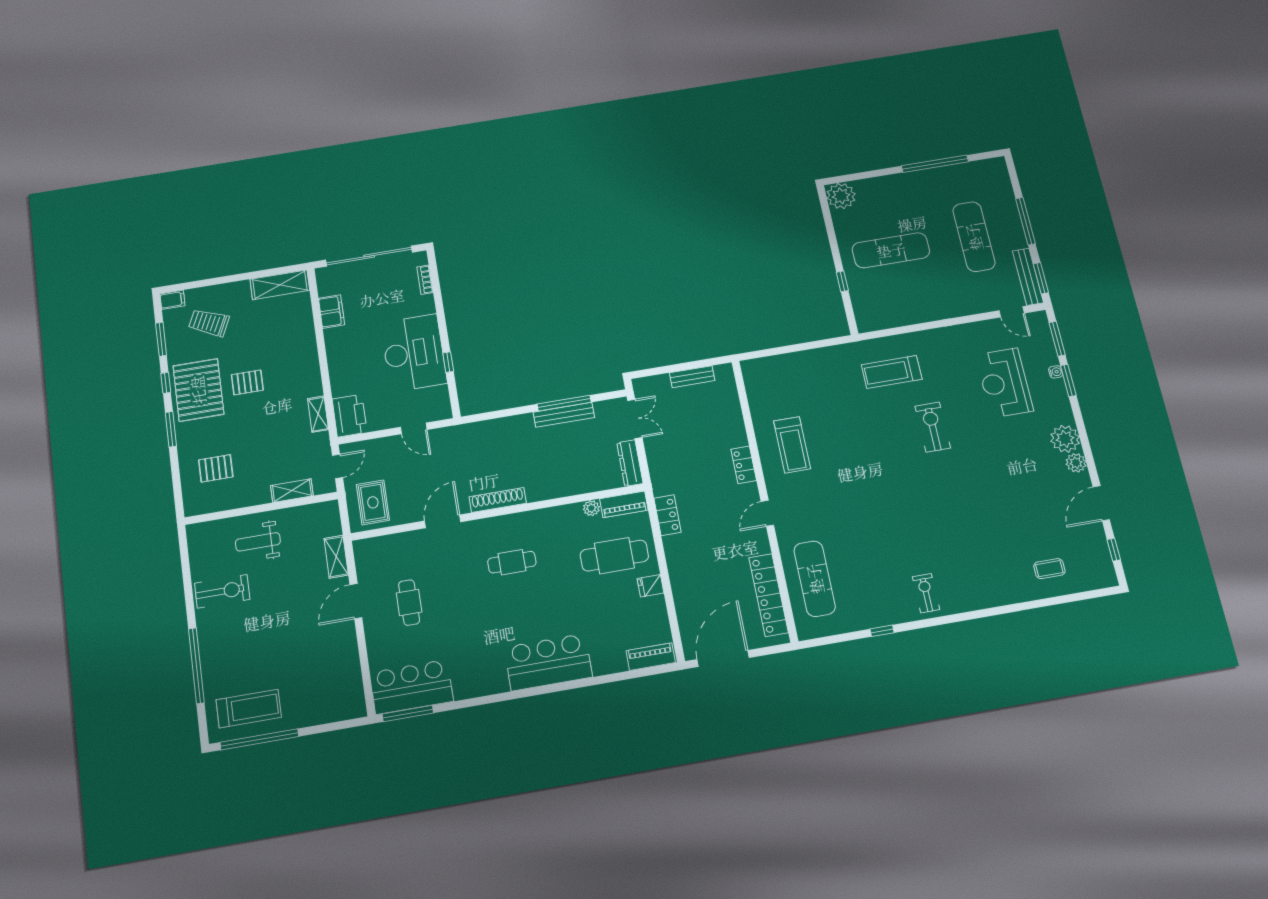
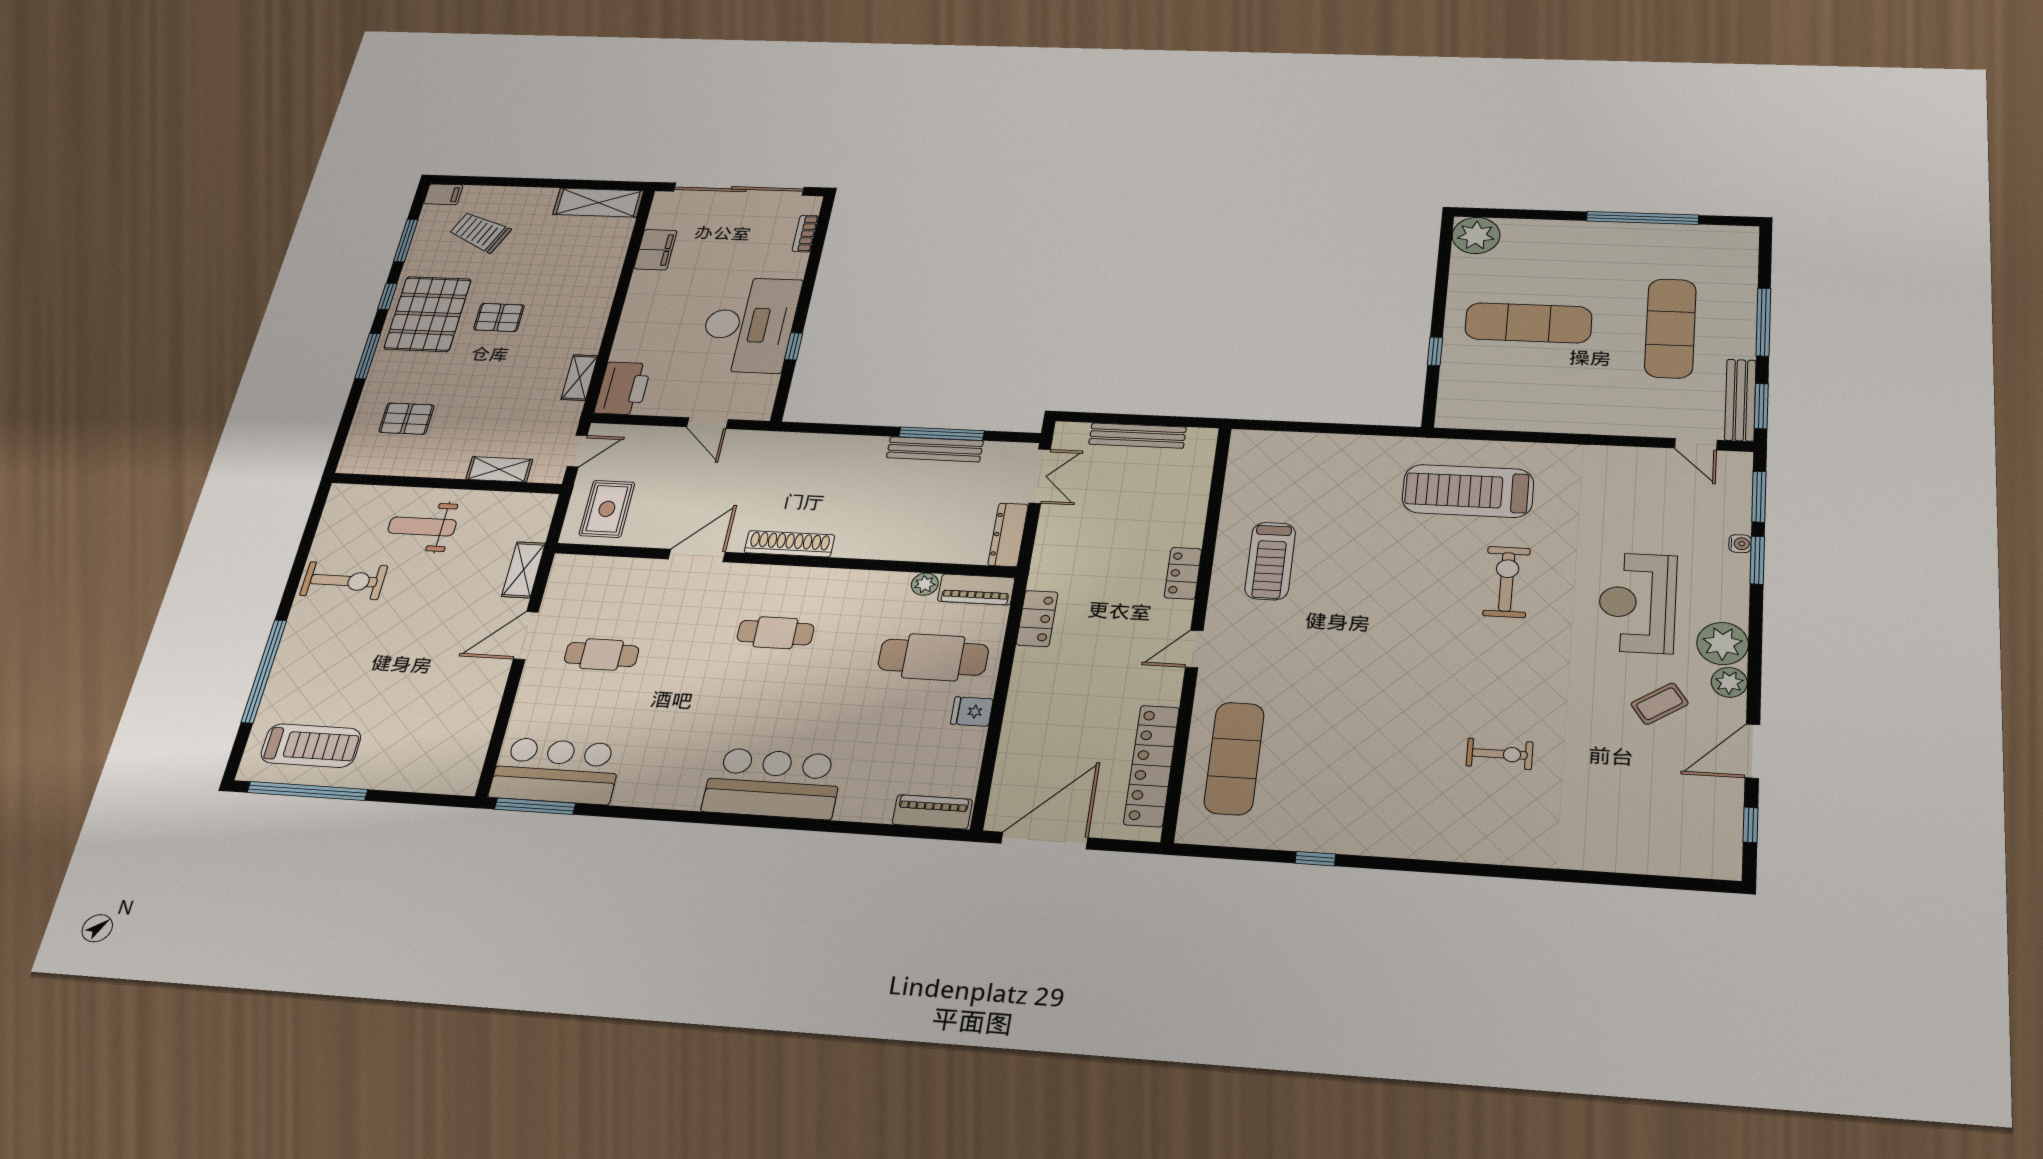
treadmill: (892, 372) -> (1468, 491), width x1.37, depth x1.38
bench: (692, 377) -> (1137, 436), width x1.36
reception desk: (1004, 383) -> (1637, 603), moved
coffee table: (1049, 569) -> (1660, 704), moved, turned -34
exercise bike: (926, 593) -> (1500, 754), moved, turned 90
cafe table: (409, 603) -> (602, 654), turned 90

